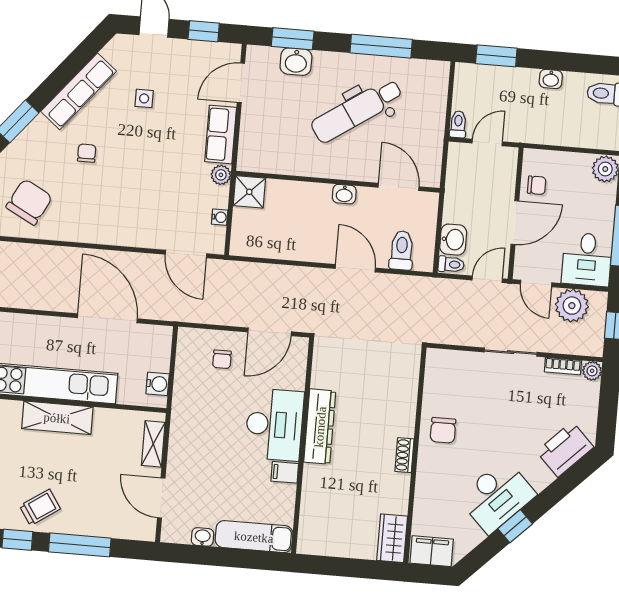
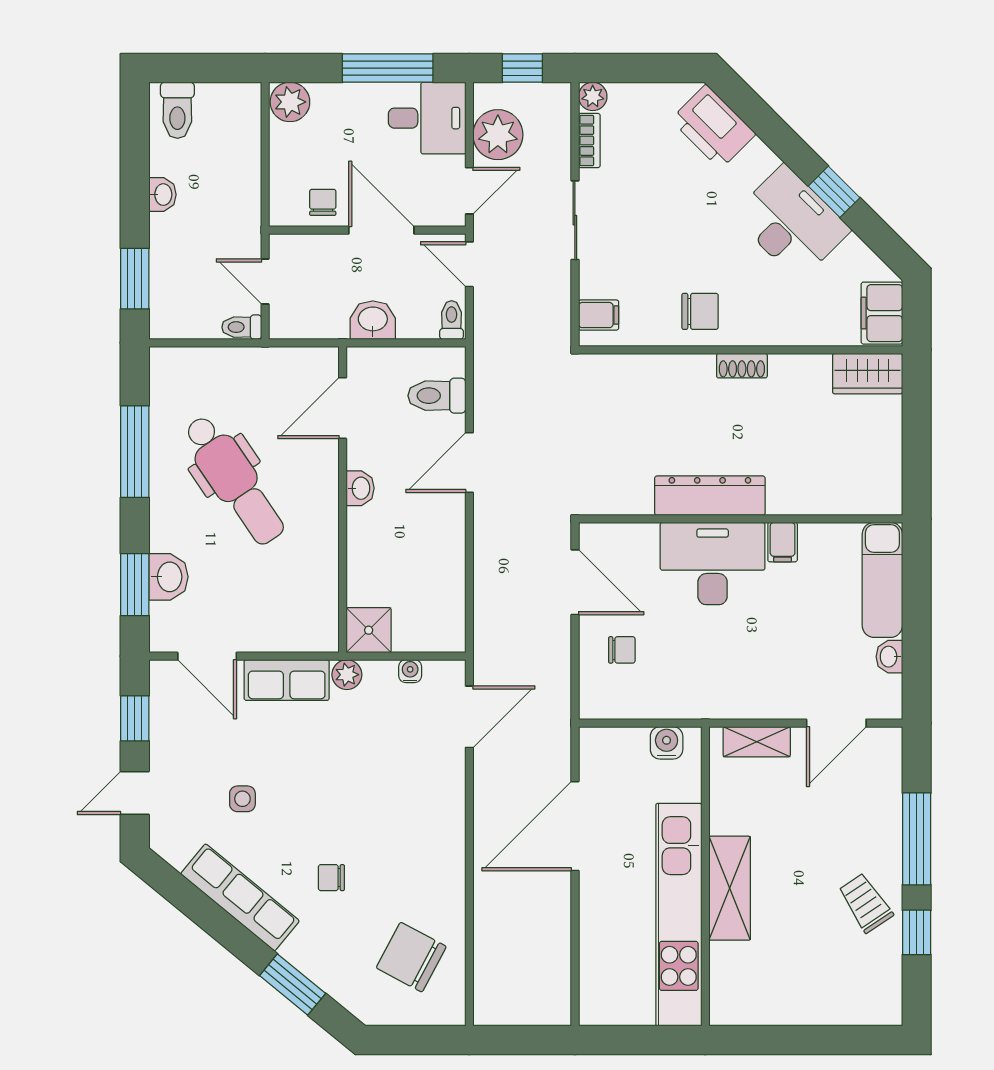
washbasin: (453, 240) -> (373, 320), moved
filing cabinet: (446, 363) -> (599, 315), added

